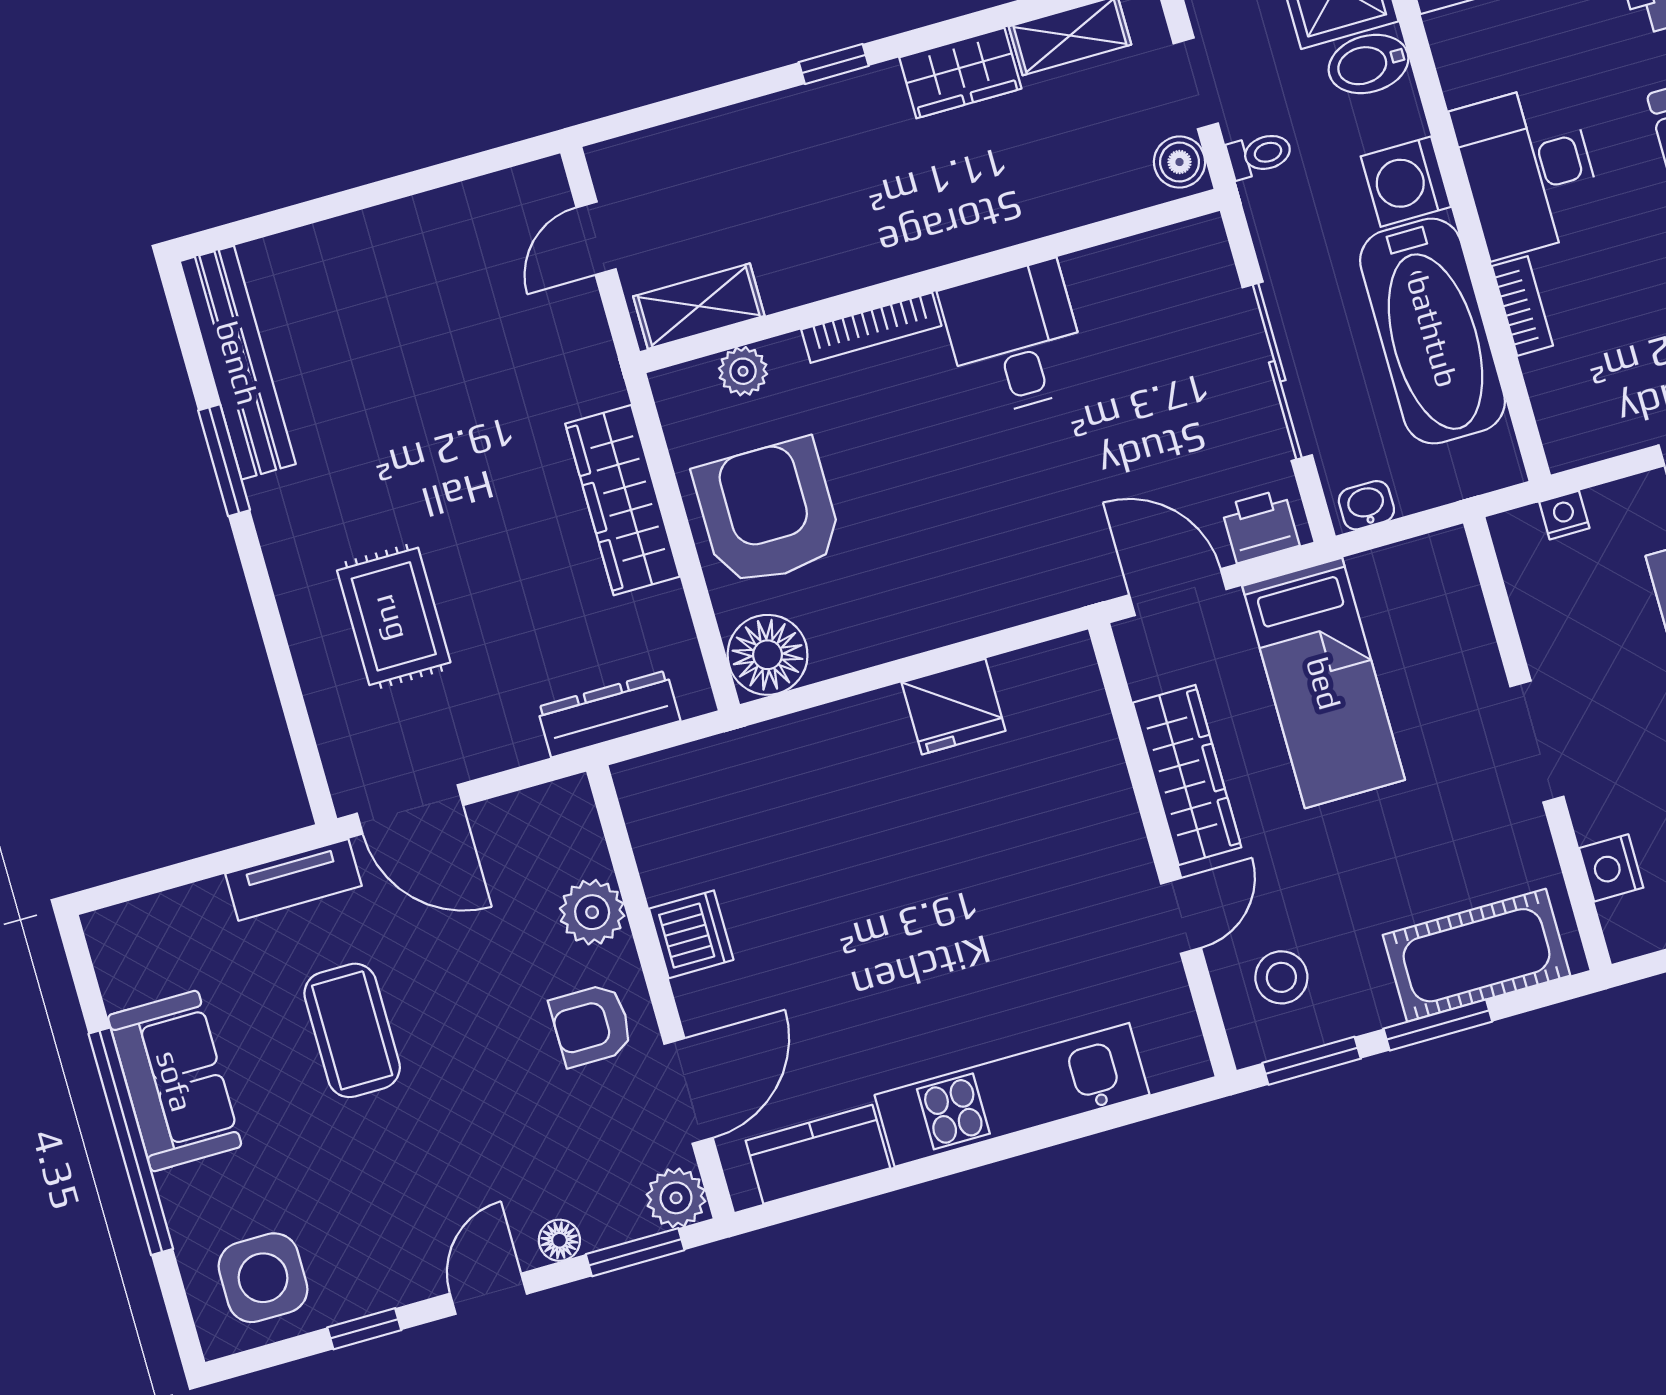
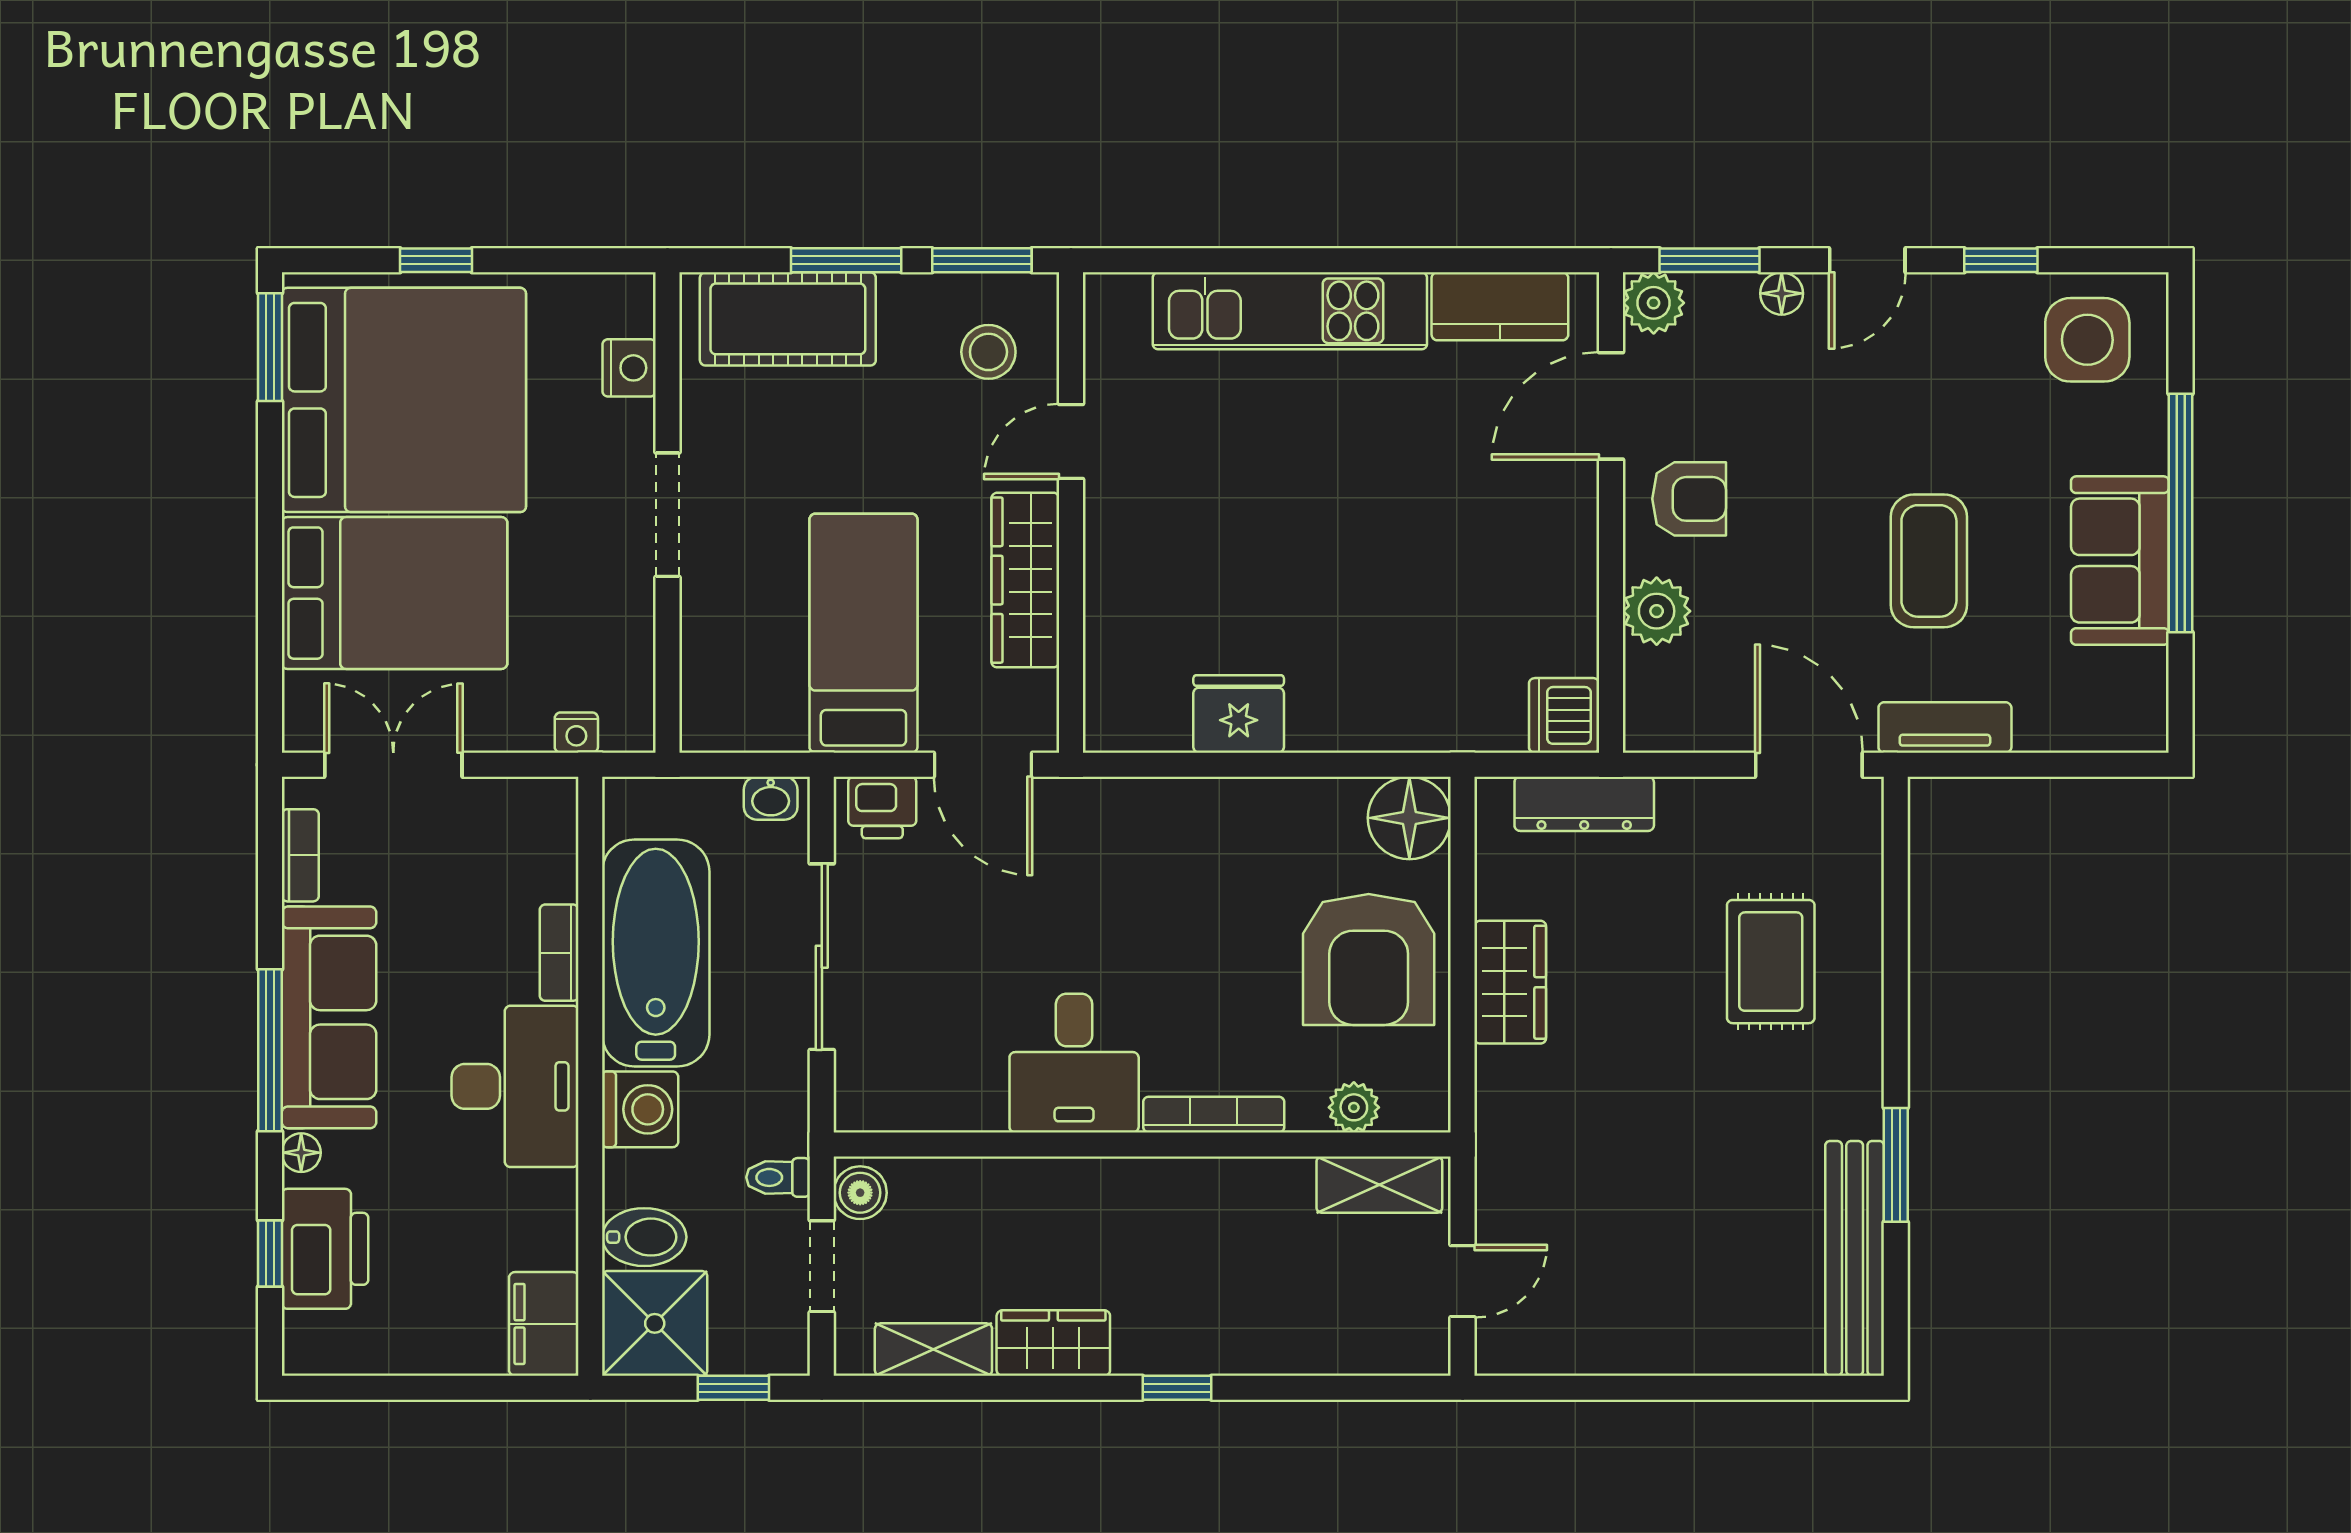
wardrobe: (622, 500) -> (1510, 982), width x0.67
dishwasher: (691, 934) -> (1564, 715), moved

